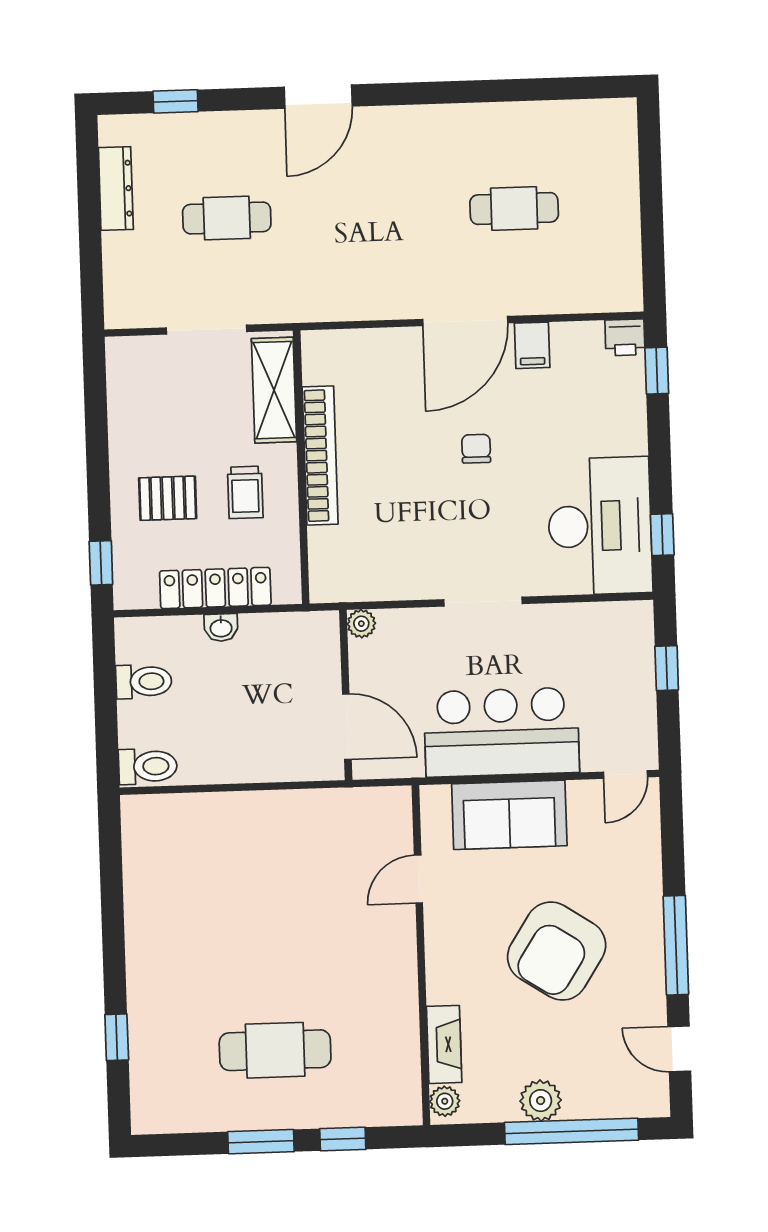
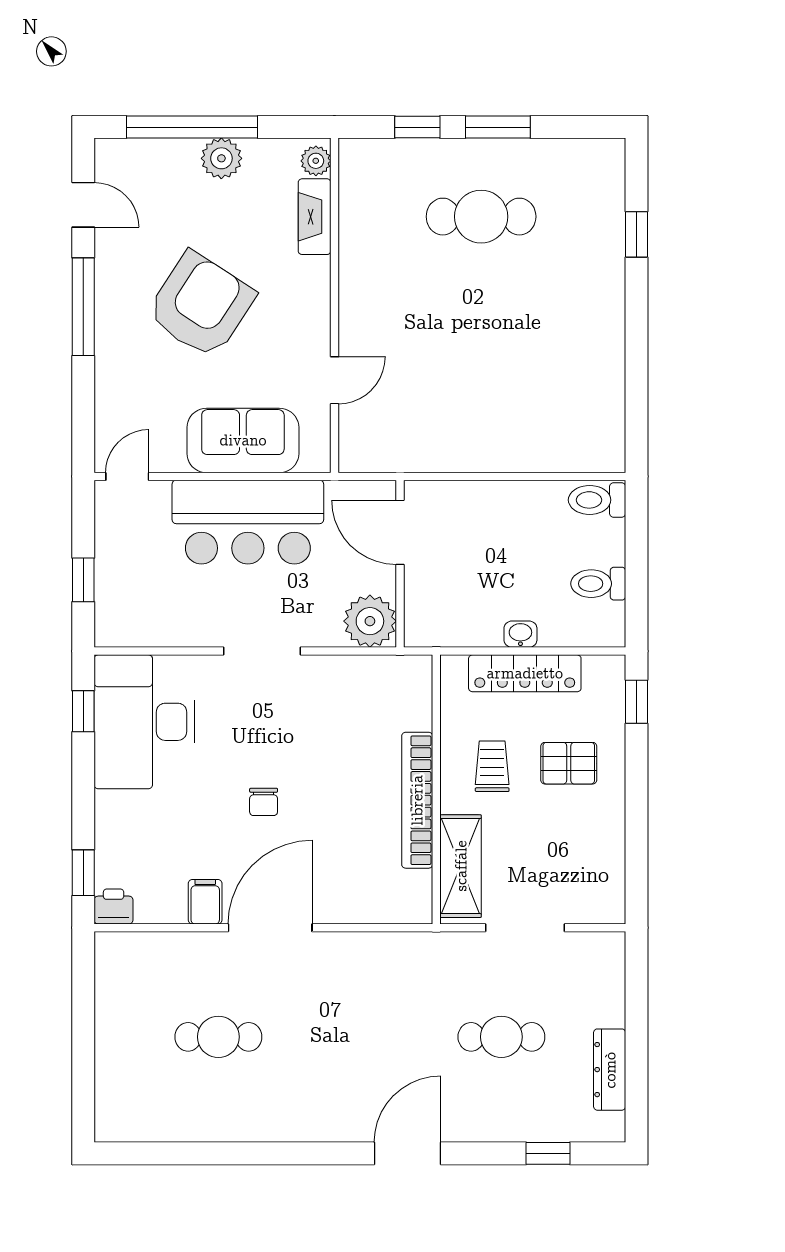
plant: (361, 624) -> (370, 621), width x1.87, depth x1.87

